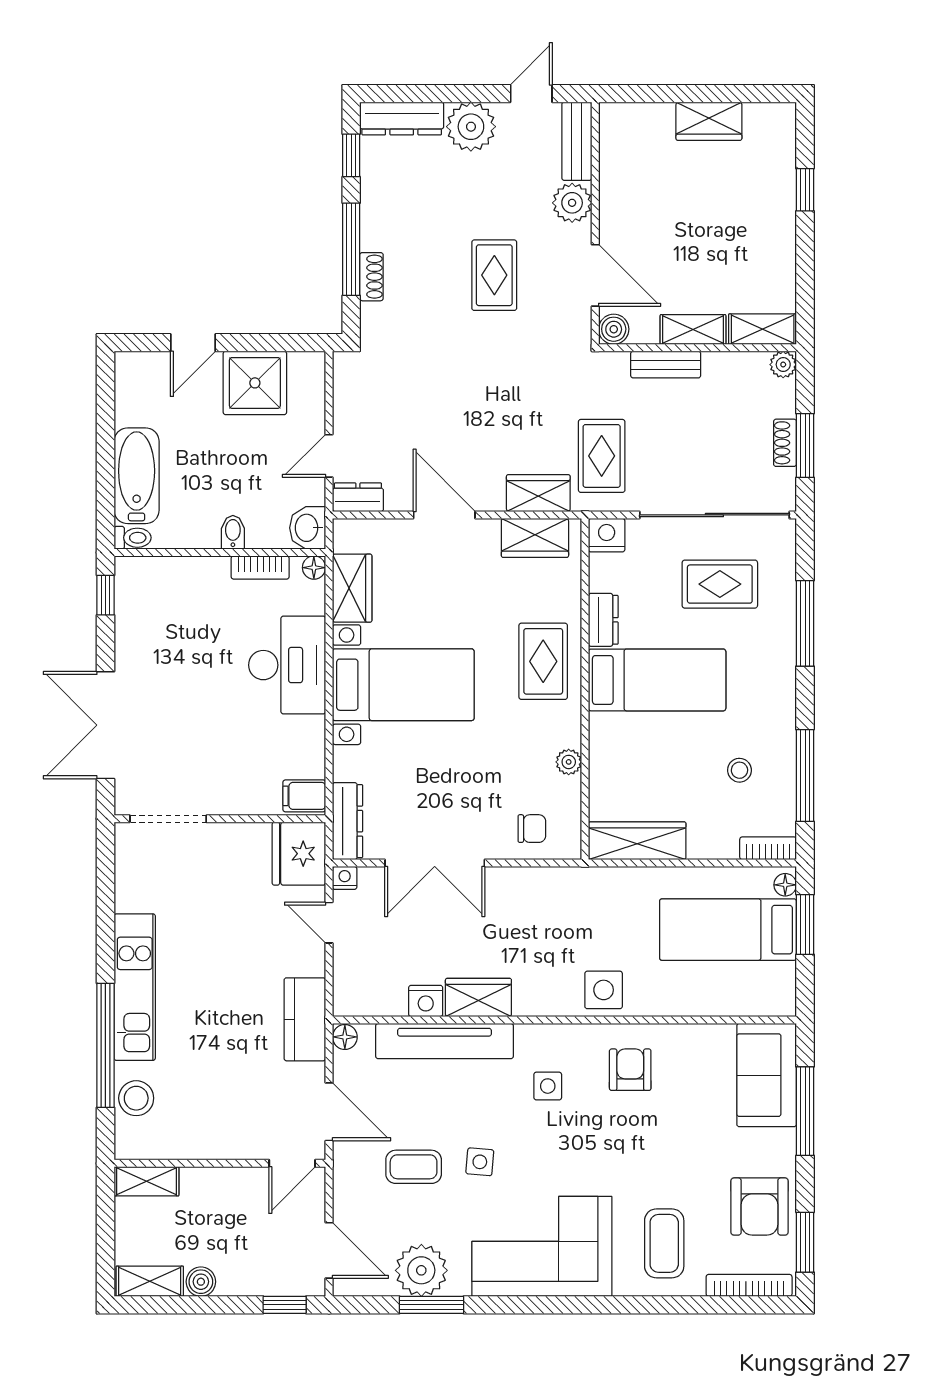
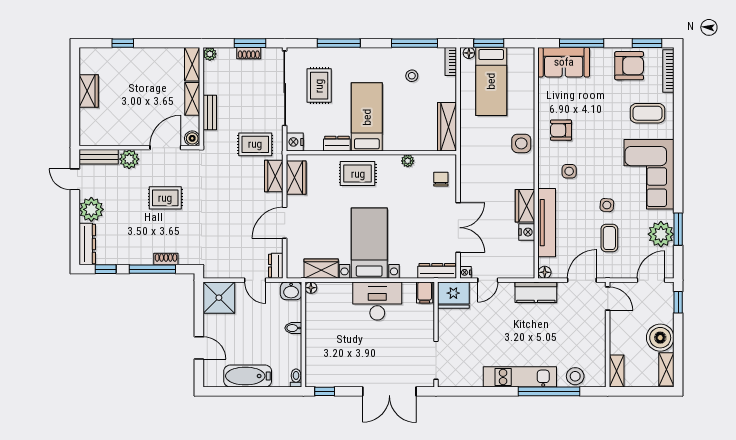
shower: (255, 383) -> (219, 298), moved
bathtub: (137, 476) -> (248, 376), moved
bookcase: (260, 568) -> (311, 314), removed
desk: (287, 665) -> (377, 301), moved
boiler: (201, 1282) -> (660, 338), width x1.86, depth x1.86

